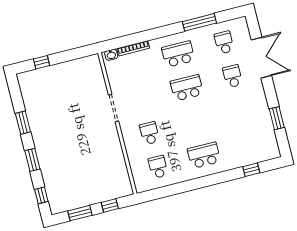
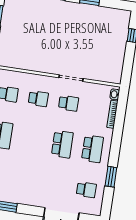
window: (199, 22) -> (111, 177), width x0.69
school desk: (233, 76) -> (68, 103), moved

